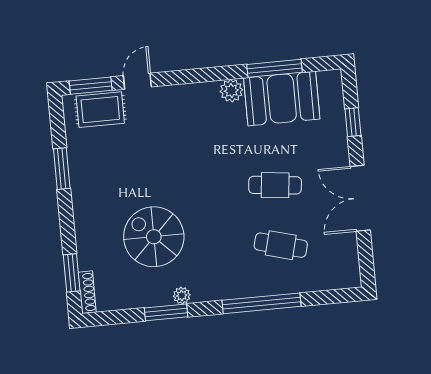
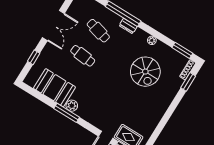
window: (274, 68) -> (67, 113), moved
window: (62, 169) -> (161, 125), removed
dresser: (238, 290) -> (128, 26), added
window: (166, 312) -> (182, 50), moved

